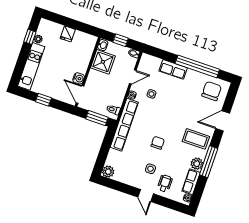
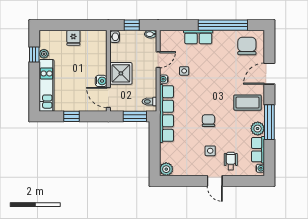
shower: (103, 62) -> (121, 73), moved

